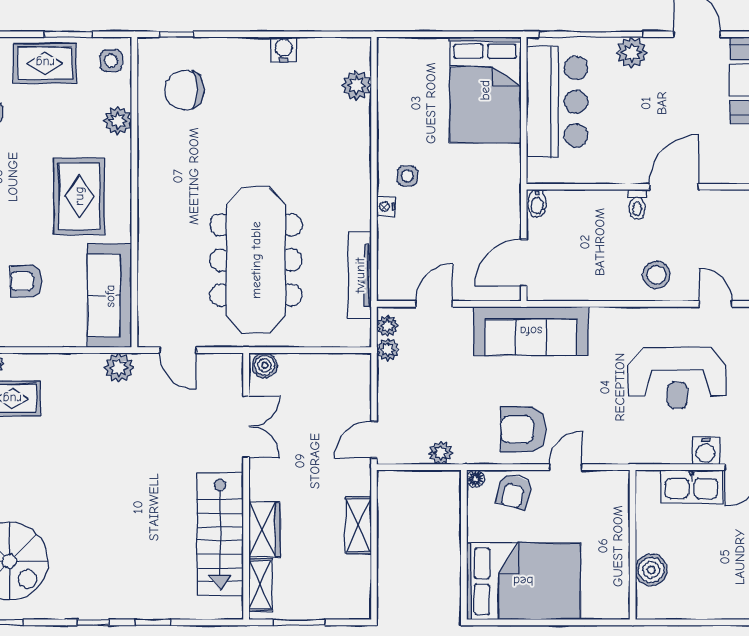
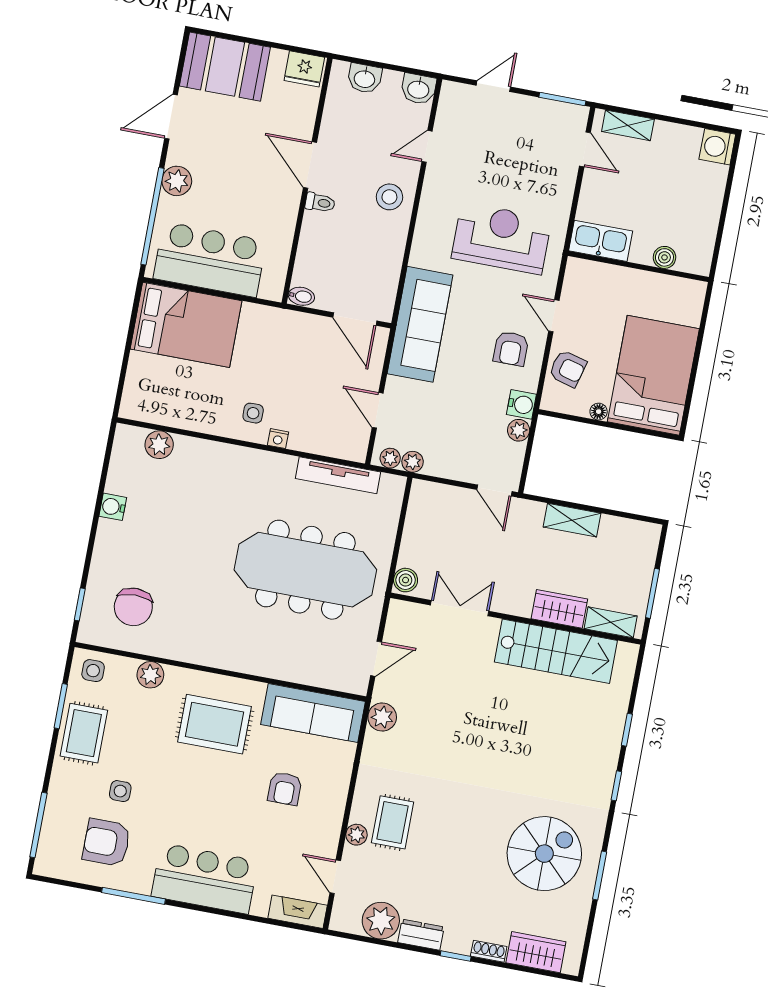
reception desk: (677, 378) -> (501, 238), moved, turned -90
armchair: (523, 429) -> (511, 349), width x0.72, depth x0.72
water cooler: (706, 451) -> (521, 404), moved
floor lamp: (475, 479) -> (599, 412), moved
kitchen sink: (692, 486) -> (601, 241), moved, turned -90
boiler: (651, 570) -> (664, 257), width x0.73, depth x0.73

